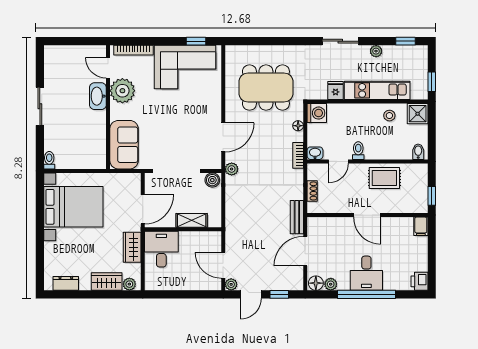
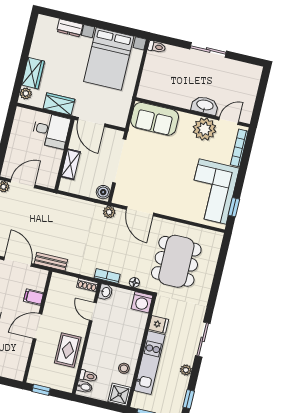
toilet: (358, 151) -> (88, 376), moved
shoe rack: (312, 191) -> (87, 285), moved
filing cabinet: (421, 226) -> (34, 297), moved
dresser: (66, 283) -> (70, 28), moved, turned 90

